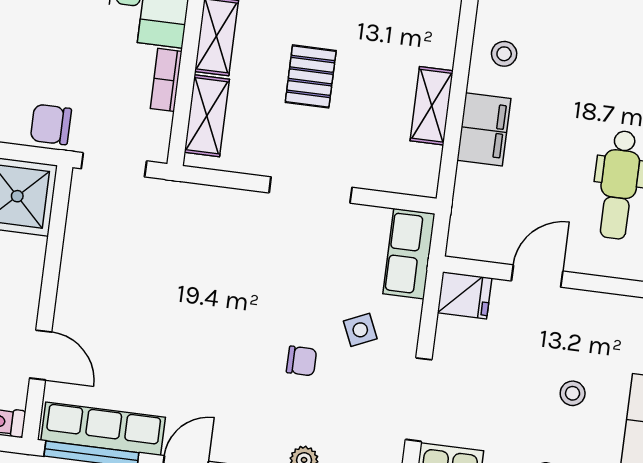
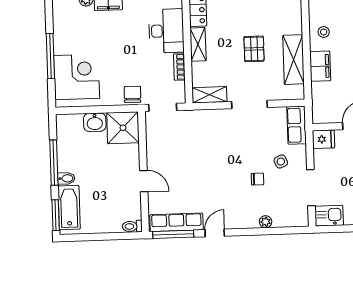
pallet: (311, 76) -> (254, 49), moved
shelving: (432, 106) -> (293, 60), width x1.50, depth x1.33
shelving: (207, 116) -> (209, 95), moved, turned 90
chair: (51, 124) -> (132, 94), turned 91
door: (41, 355) -> (144, 181), moved

